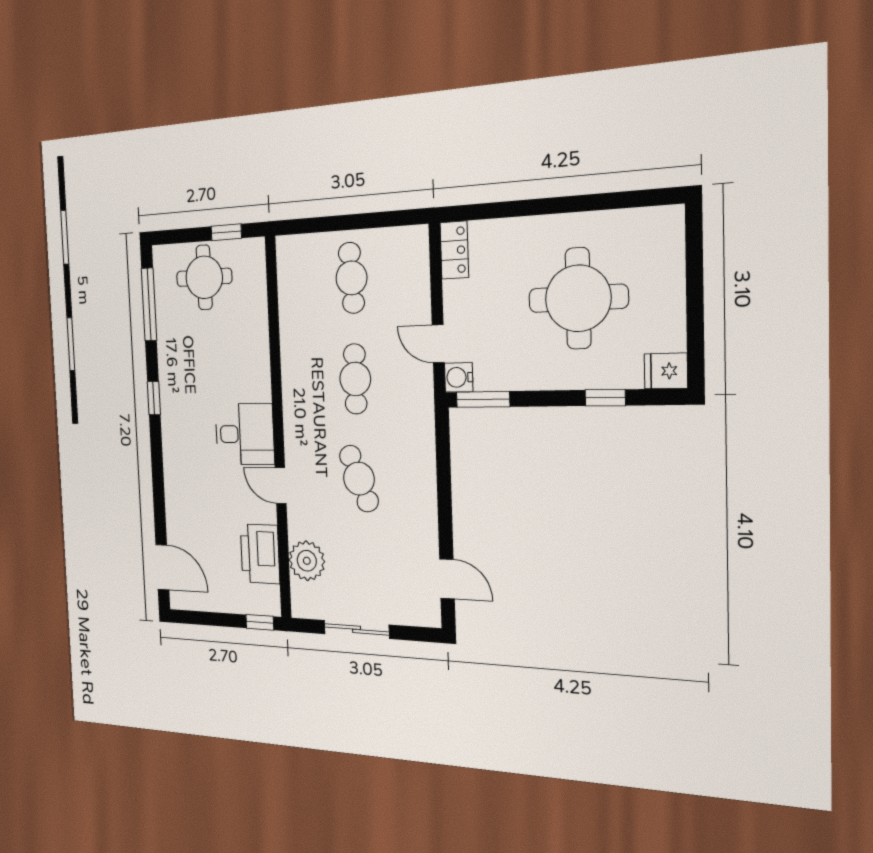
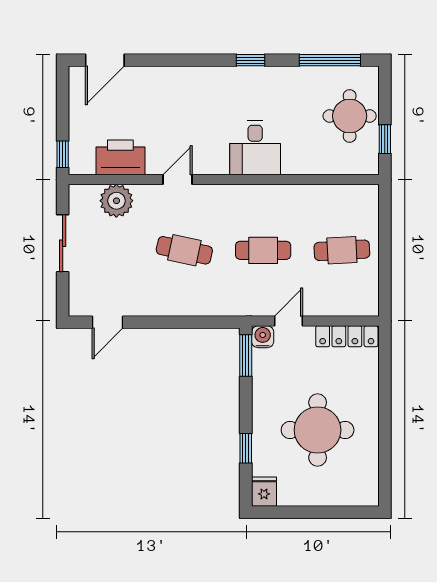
locker: (454, 250) -> (347, 336), width x1.53
desk: (245, 434) -> (255, 148), moved
cafe table: (359, 479) -> (184, 250), turned 33

